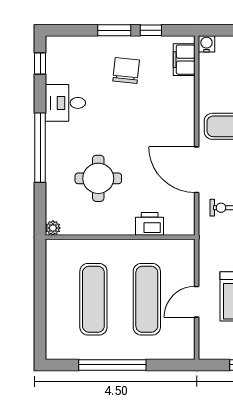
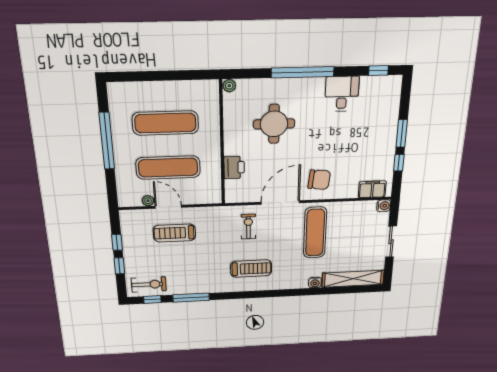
chair: (126, 71) -> (319, 180), moved
plant: (188, 325) -> (148, 201), added

